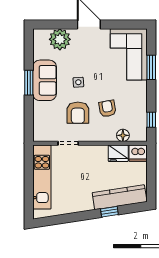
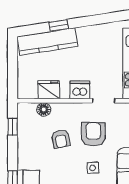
dishwasher: (138, 153) -> (80, 90), moved

